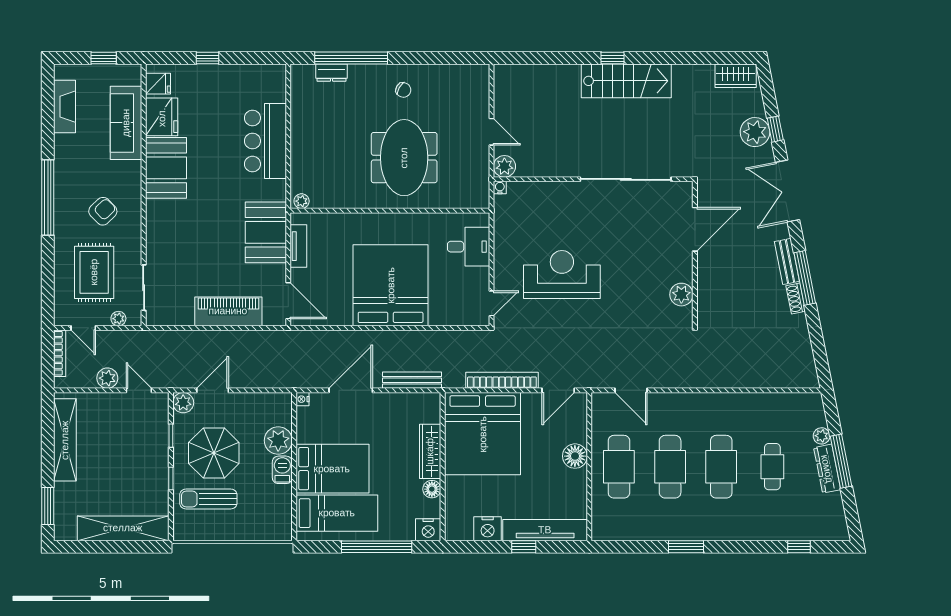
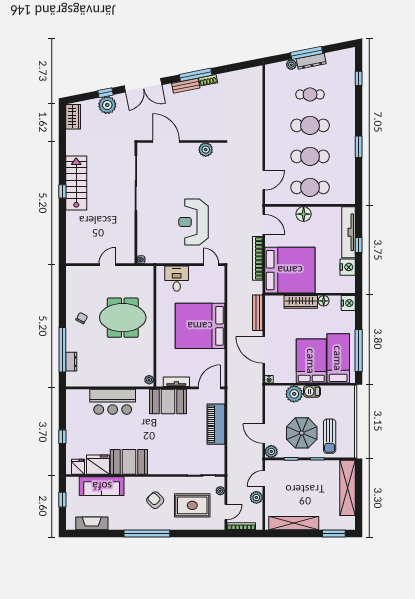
plant: (504, 166) -> (128, 257), removed
window: (377, 547) -> (359, 351), moved

